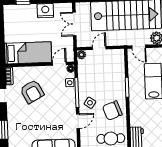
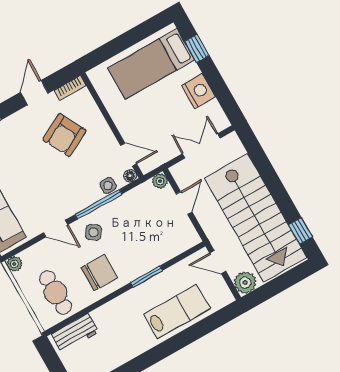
door: (139, 47) -> (218, 262), hinge flipped
door: (99, 48) -> (184, 203), hinge flipped
bed: (28, 53) -> (151, 64), moved, turned 90
chair: (112, 111) -> (99, 273), turned 110

